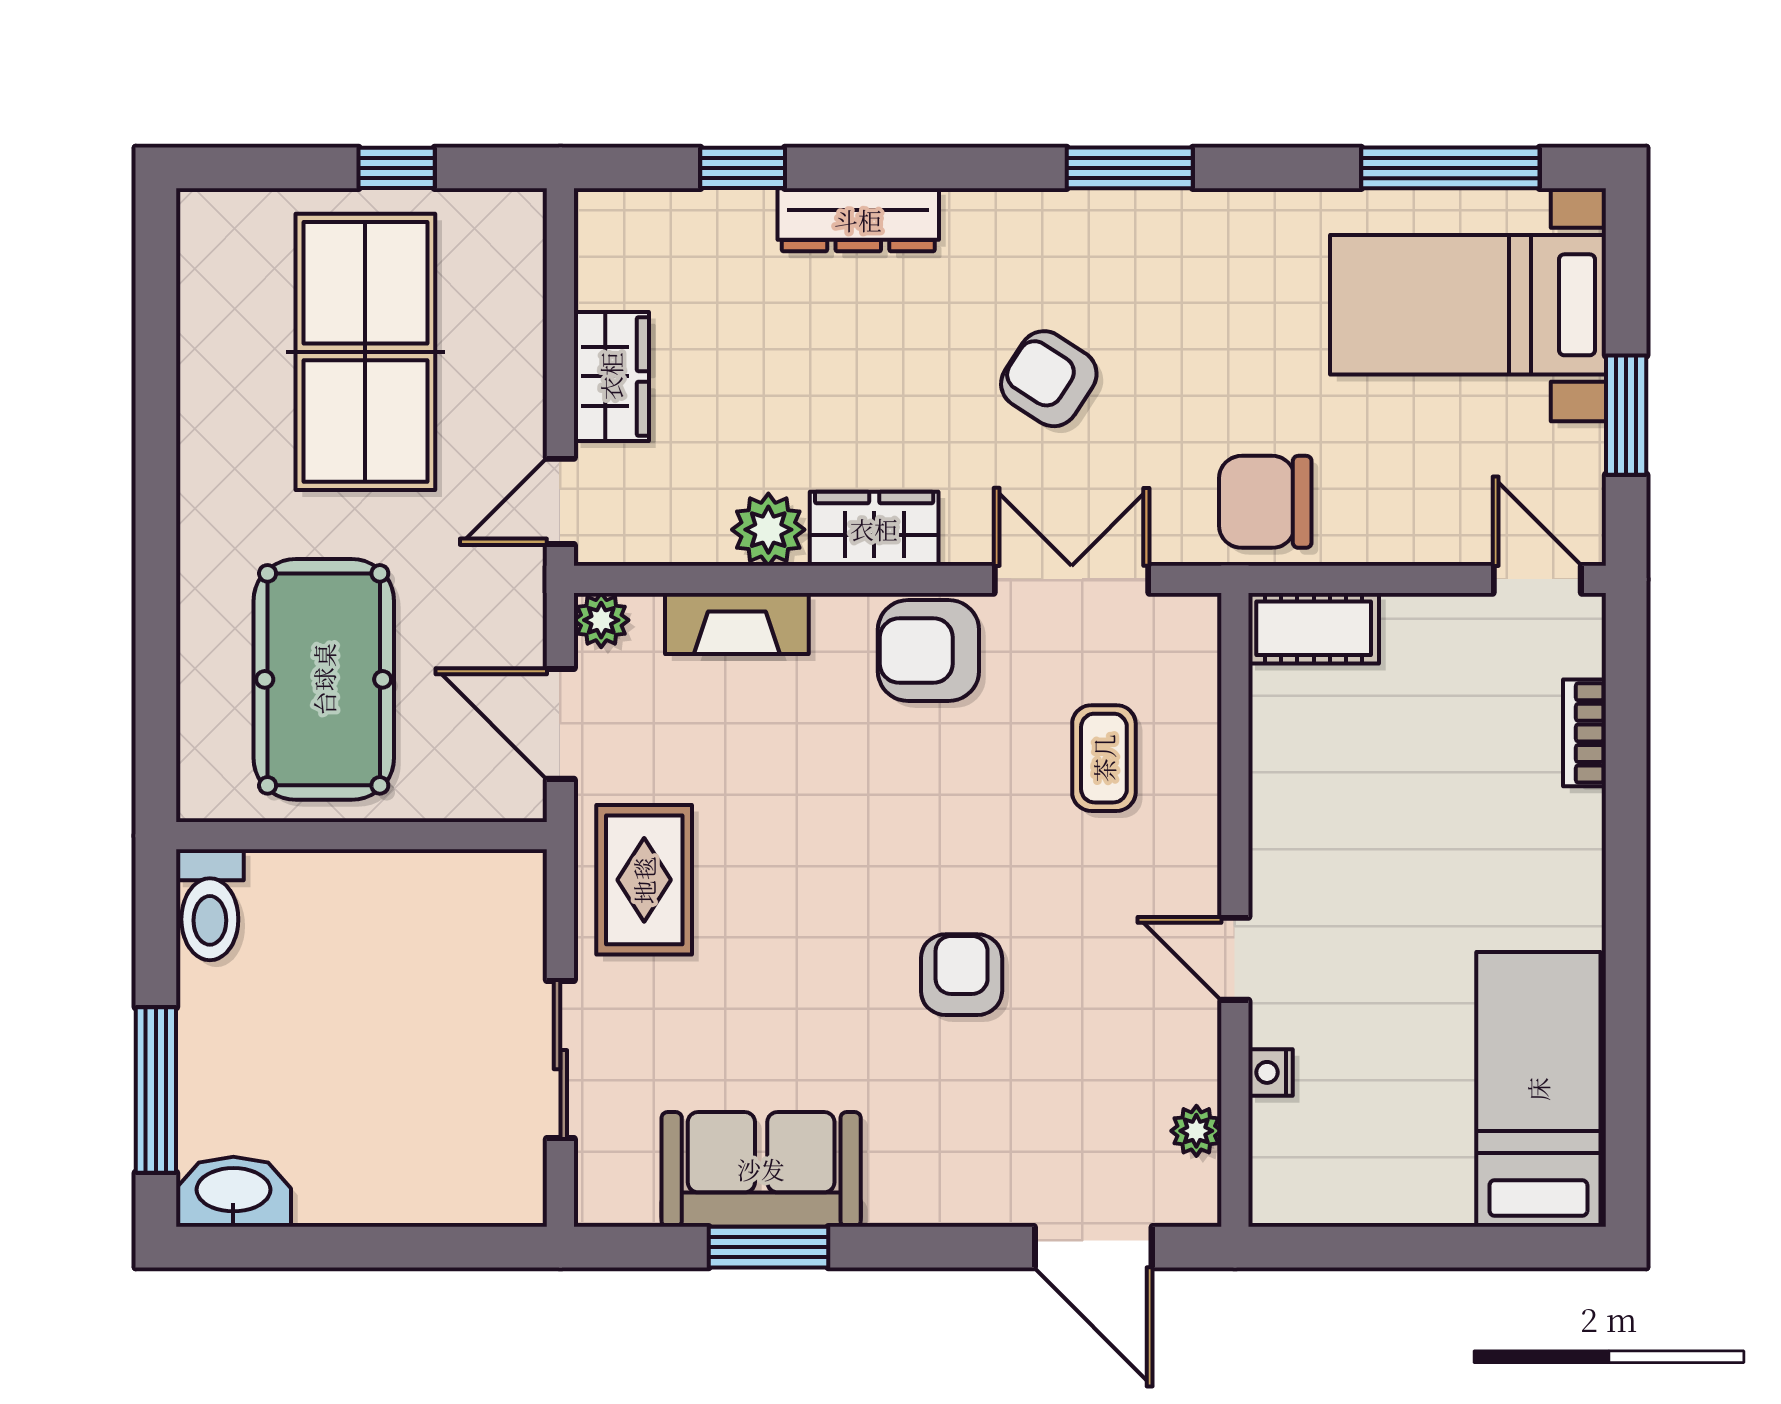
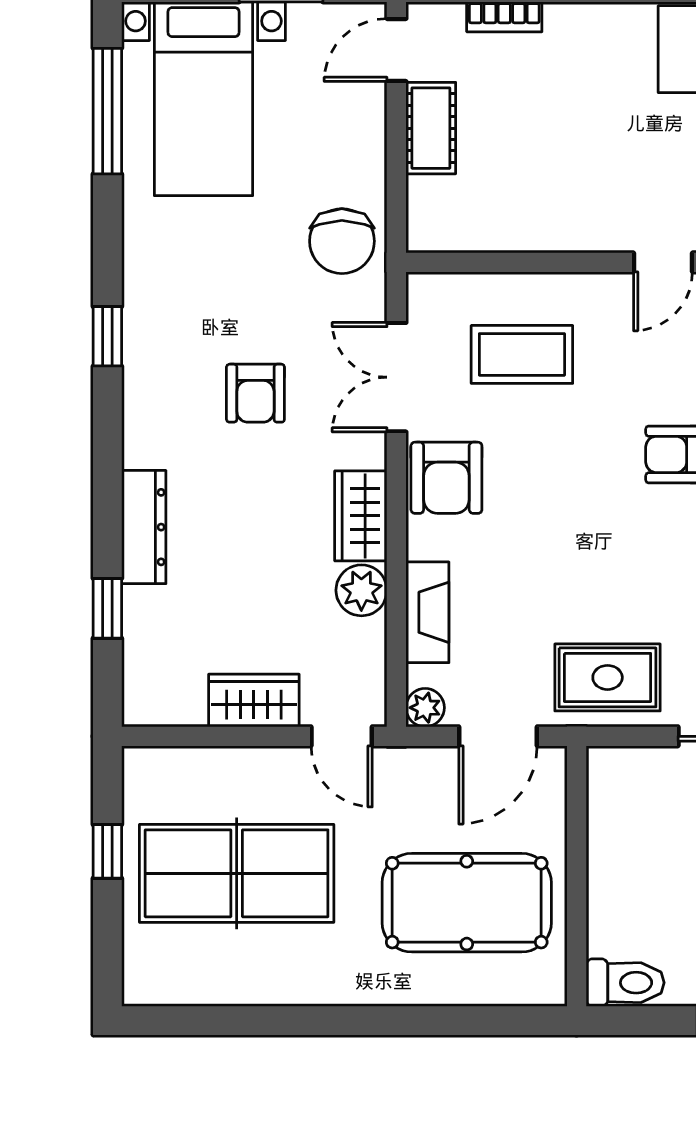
window: (1130, 168) -> (107, 336), width x0.67
armchair: (1049, 379) -> (255, 393), turned -33
cot: (1314, 628) -> (431, 128), moved
coffee table: (1104, 758) -> (522, 354), width x1.36, depth x1.30

